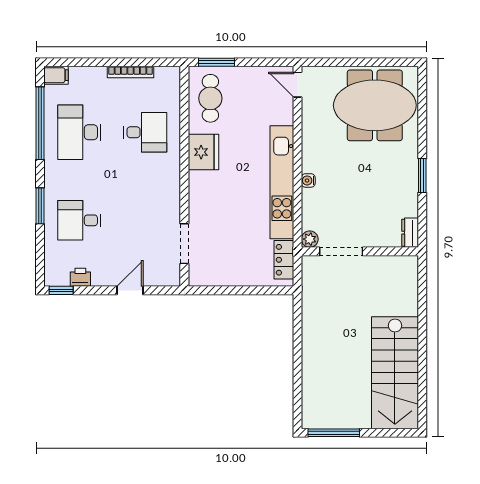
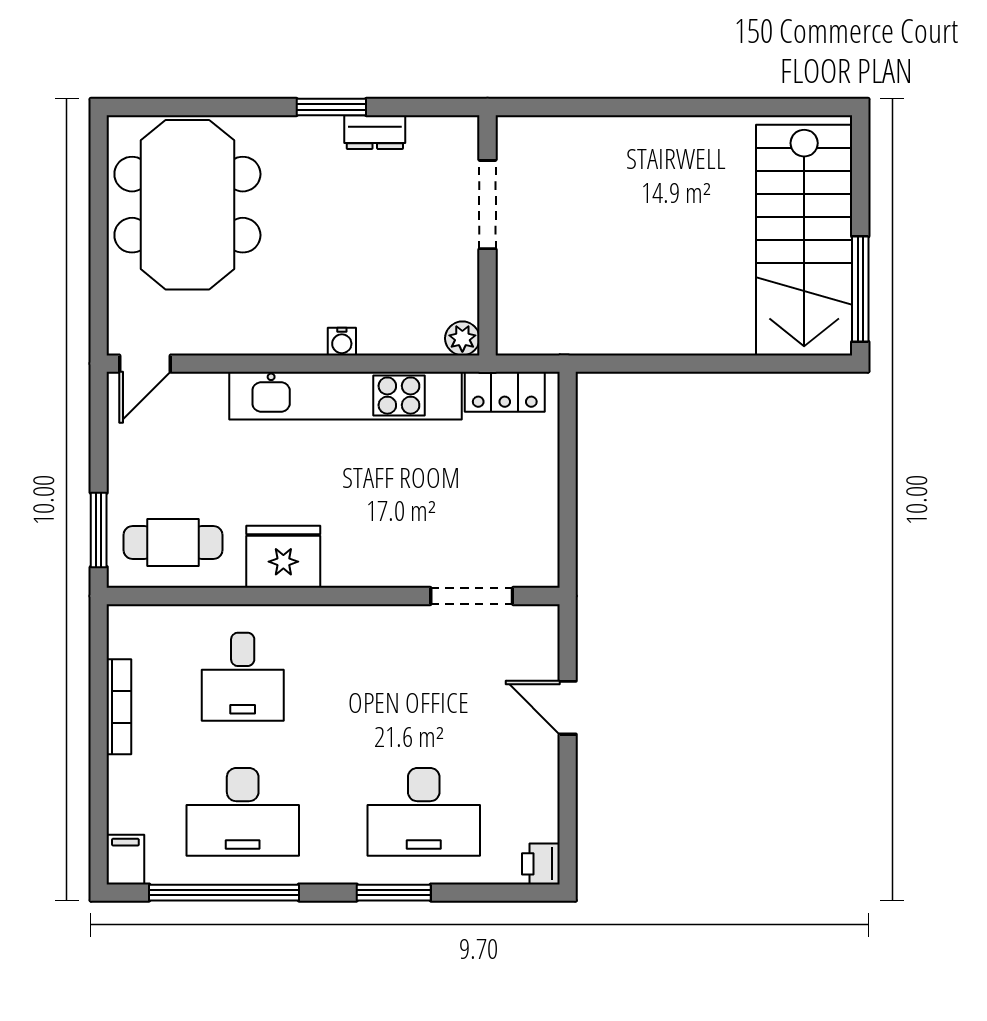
desk: (145, 132) -> (243, 677), turned 180
desk: (79, 220) -> (424, 812), width x1.37
dresser: (410, 233) -> (375, 132), moved
doorway: (341, 251) -> (487, 205), moved
printer: (80, 277) -> (541, 864), moved
window: (61, 290) -> (568, 849), removed
stairs: (395, 373) -> (804, 240), moved, turned 90

